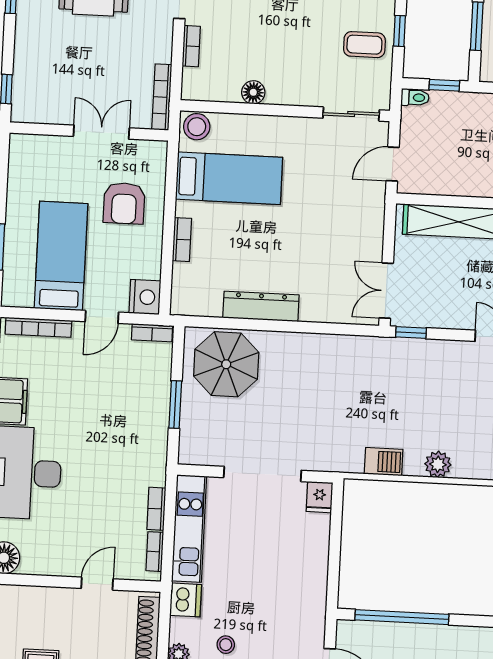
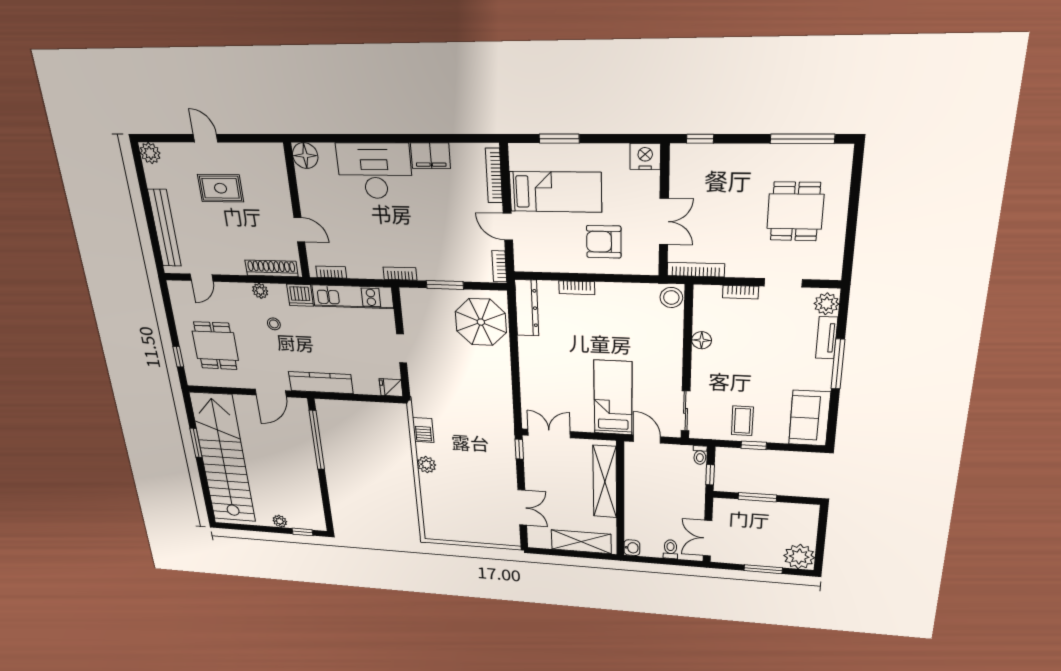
bed: (229, 178) -> (613, 398), moved, turned 180
nightstand: (145, 297) -> (645, 156), moved, turned 180
dresser: (261, 306) -> (527, 308), moved
doorway: (262, 474) -> (402, 348), width x0.53
bookcase: (156, 509) -> (400, 274), moved
kitchen counter: (313, 595) -> (321, 383), added

